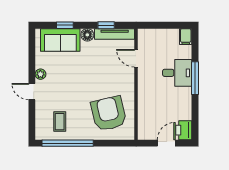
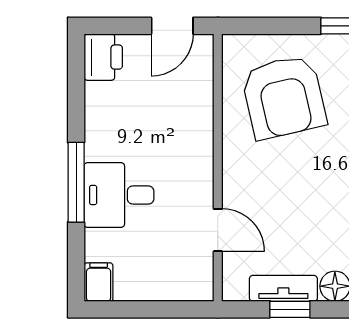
tv unit: (115, 34) -> (283, 288), width x0.71
door: (166, 143) -> (172, 26), moved

